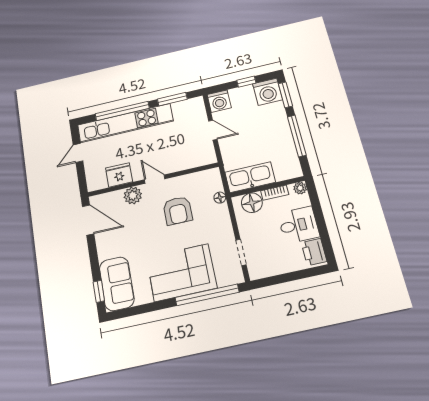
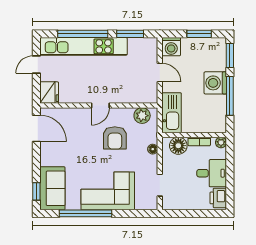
window: (246, 82) -> (199, 34), width x1.50
washing machine: (268, 92) -> (215, 83), moved, turned 90
fridge: (119, 175) -> (49, 93), moved, turned 90
kitchen sink: (250, 177) -> (172, 113), moved, turned 90
door: (155, 179) -> (100, 105), swing flipped
plant: (133, 195) -> (142, 116), moved
floor lamp: (220, 198) -> (153, 149), moved
window: (207, 295) -> (86, 213), moved

